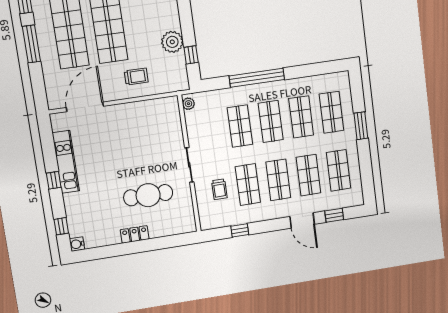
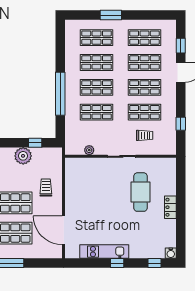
plant: (188, 104) -> (89, 150), moved

